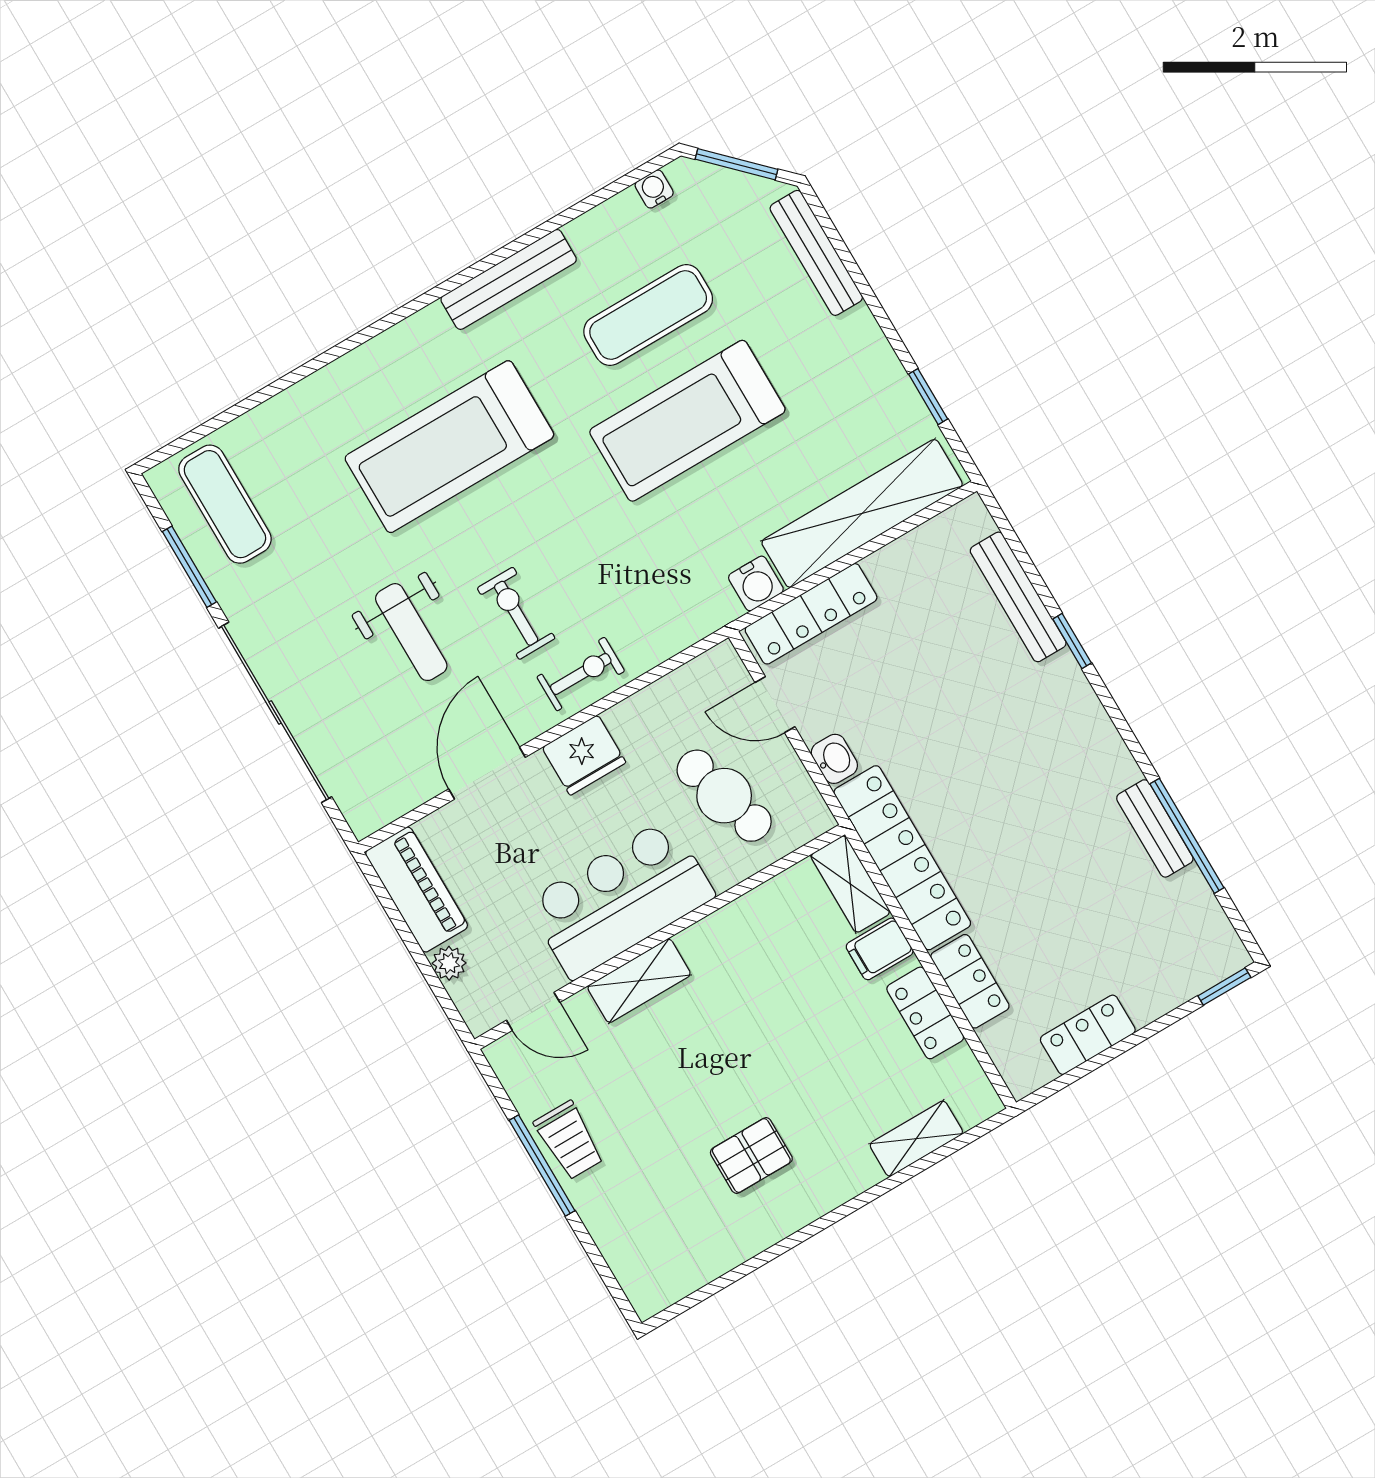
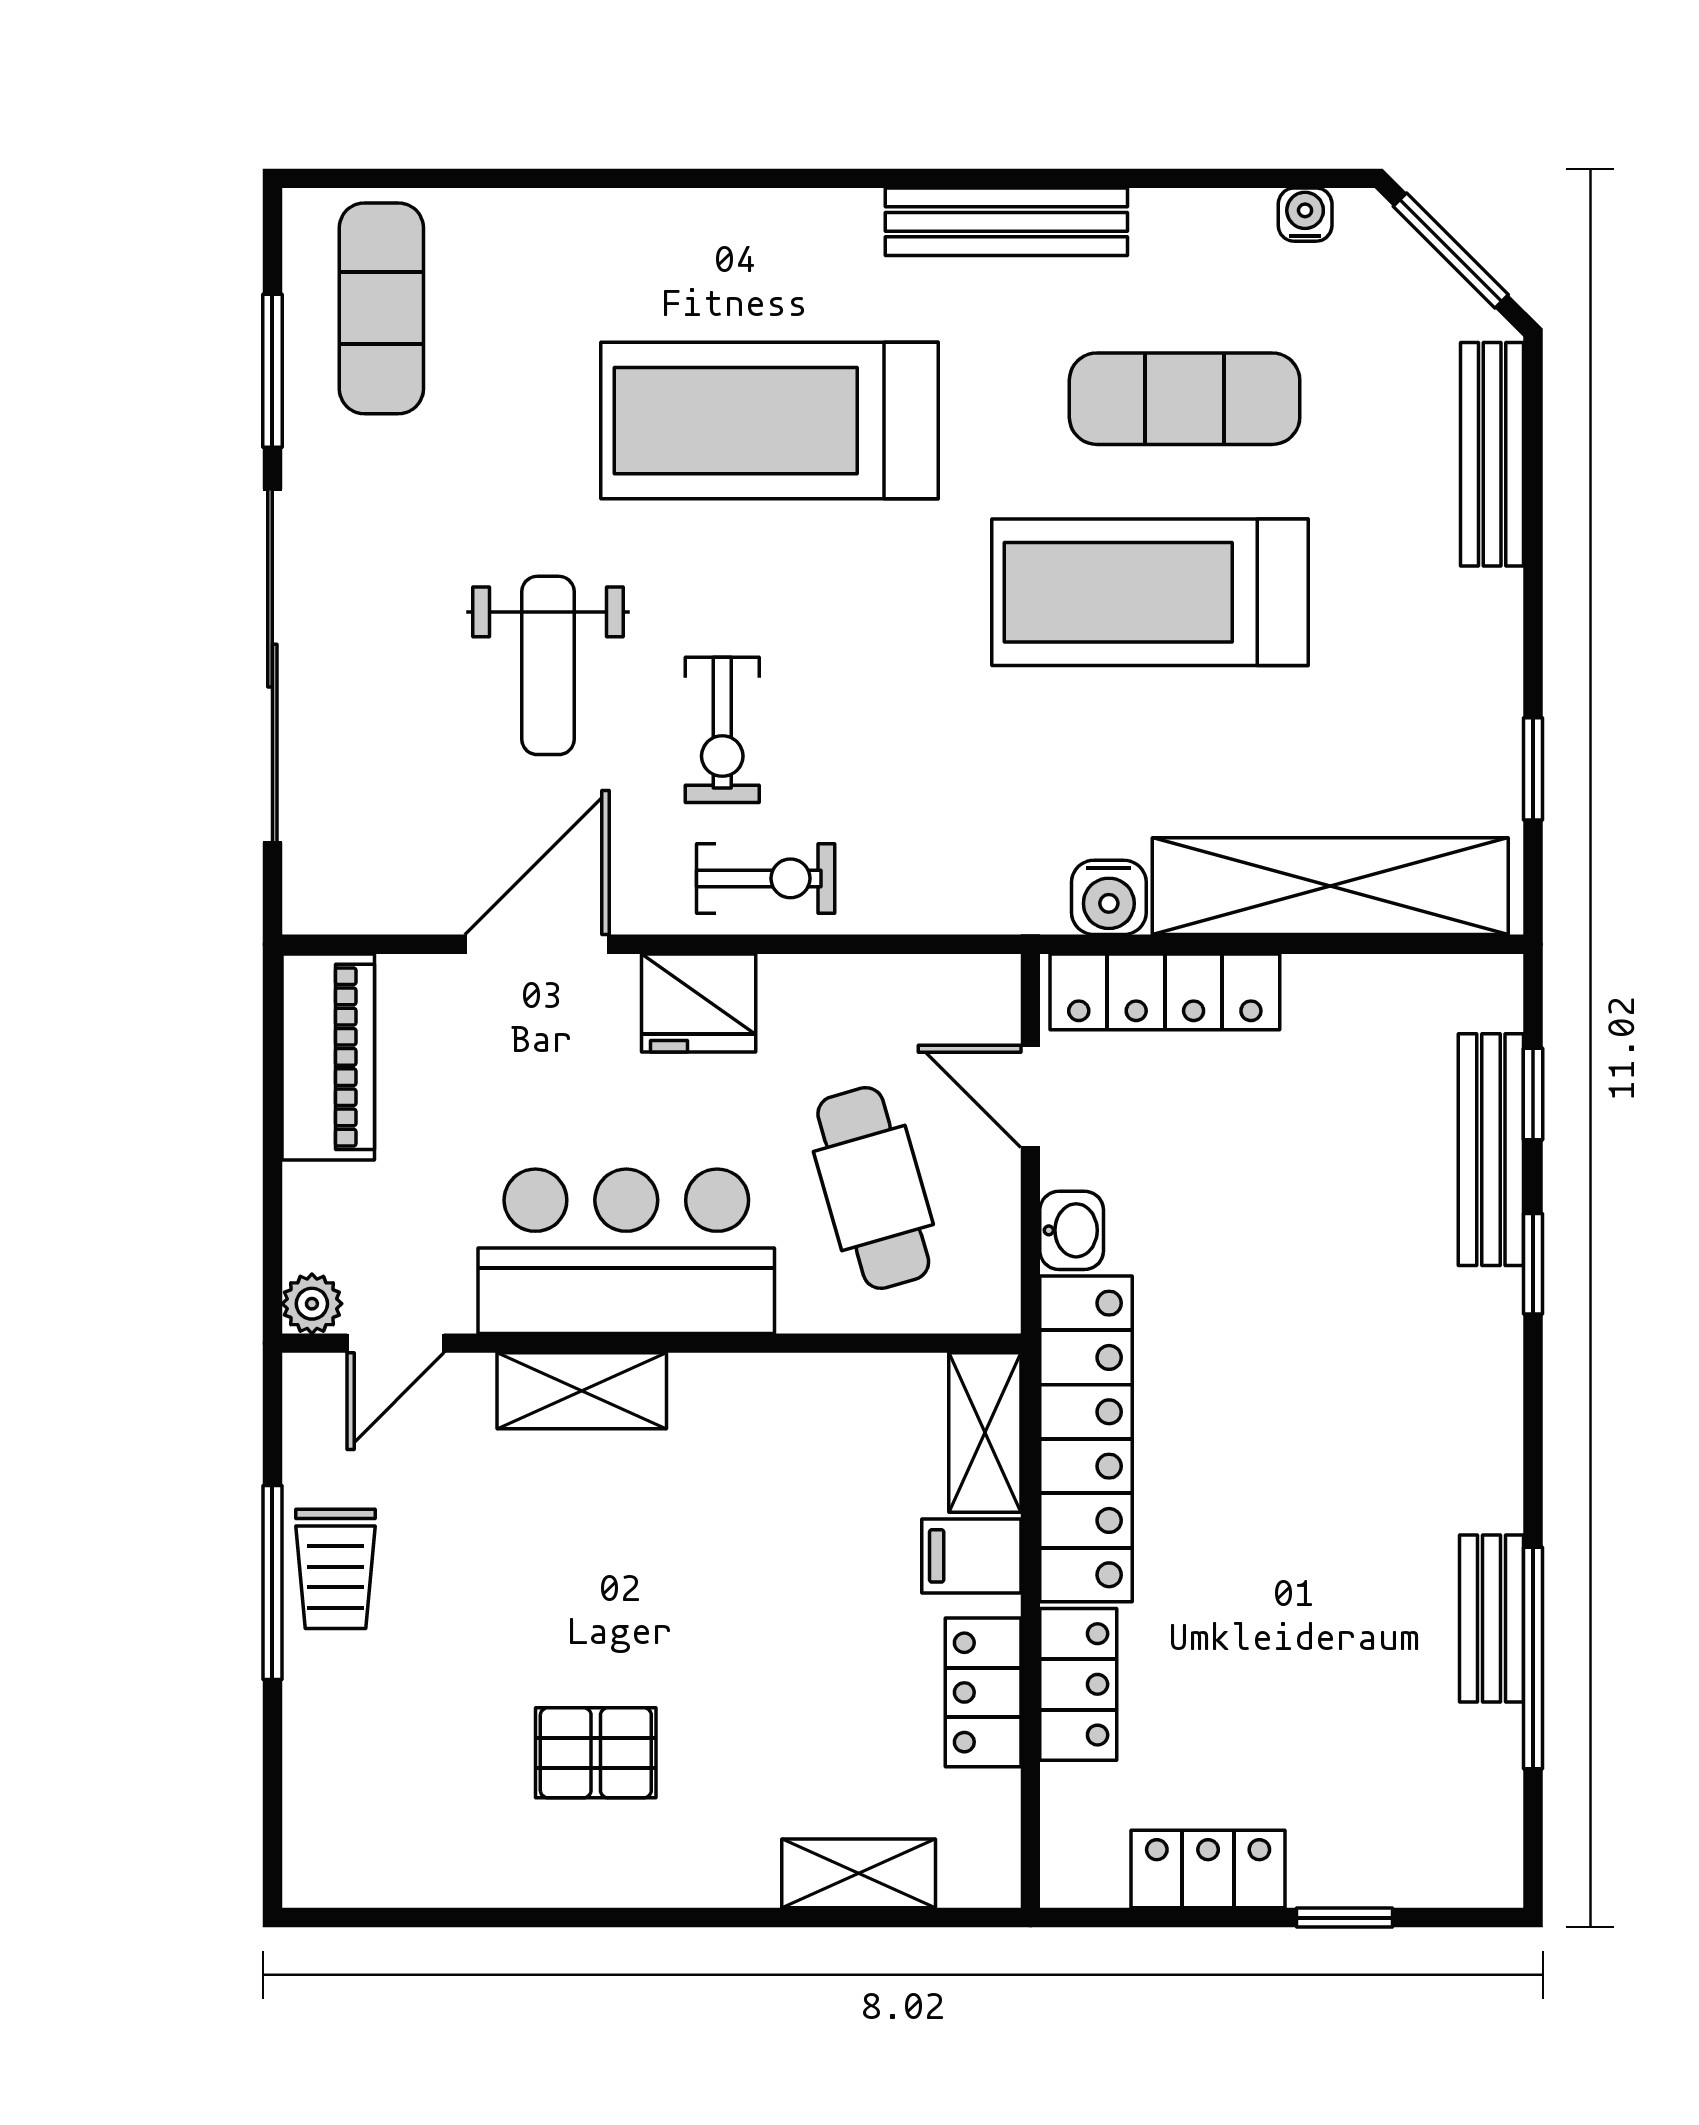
window: (1023, 557) -> (1533, 1094), added
exercise bike: (516, 613) -> (722, 730), turned 180
plant: (449, 963) -> (312, 1304), moved
window: (1224, 987) -> (1344, 1918), moved
door: (533, 1011) -> (396, 1343), hinge flipped

